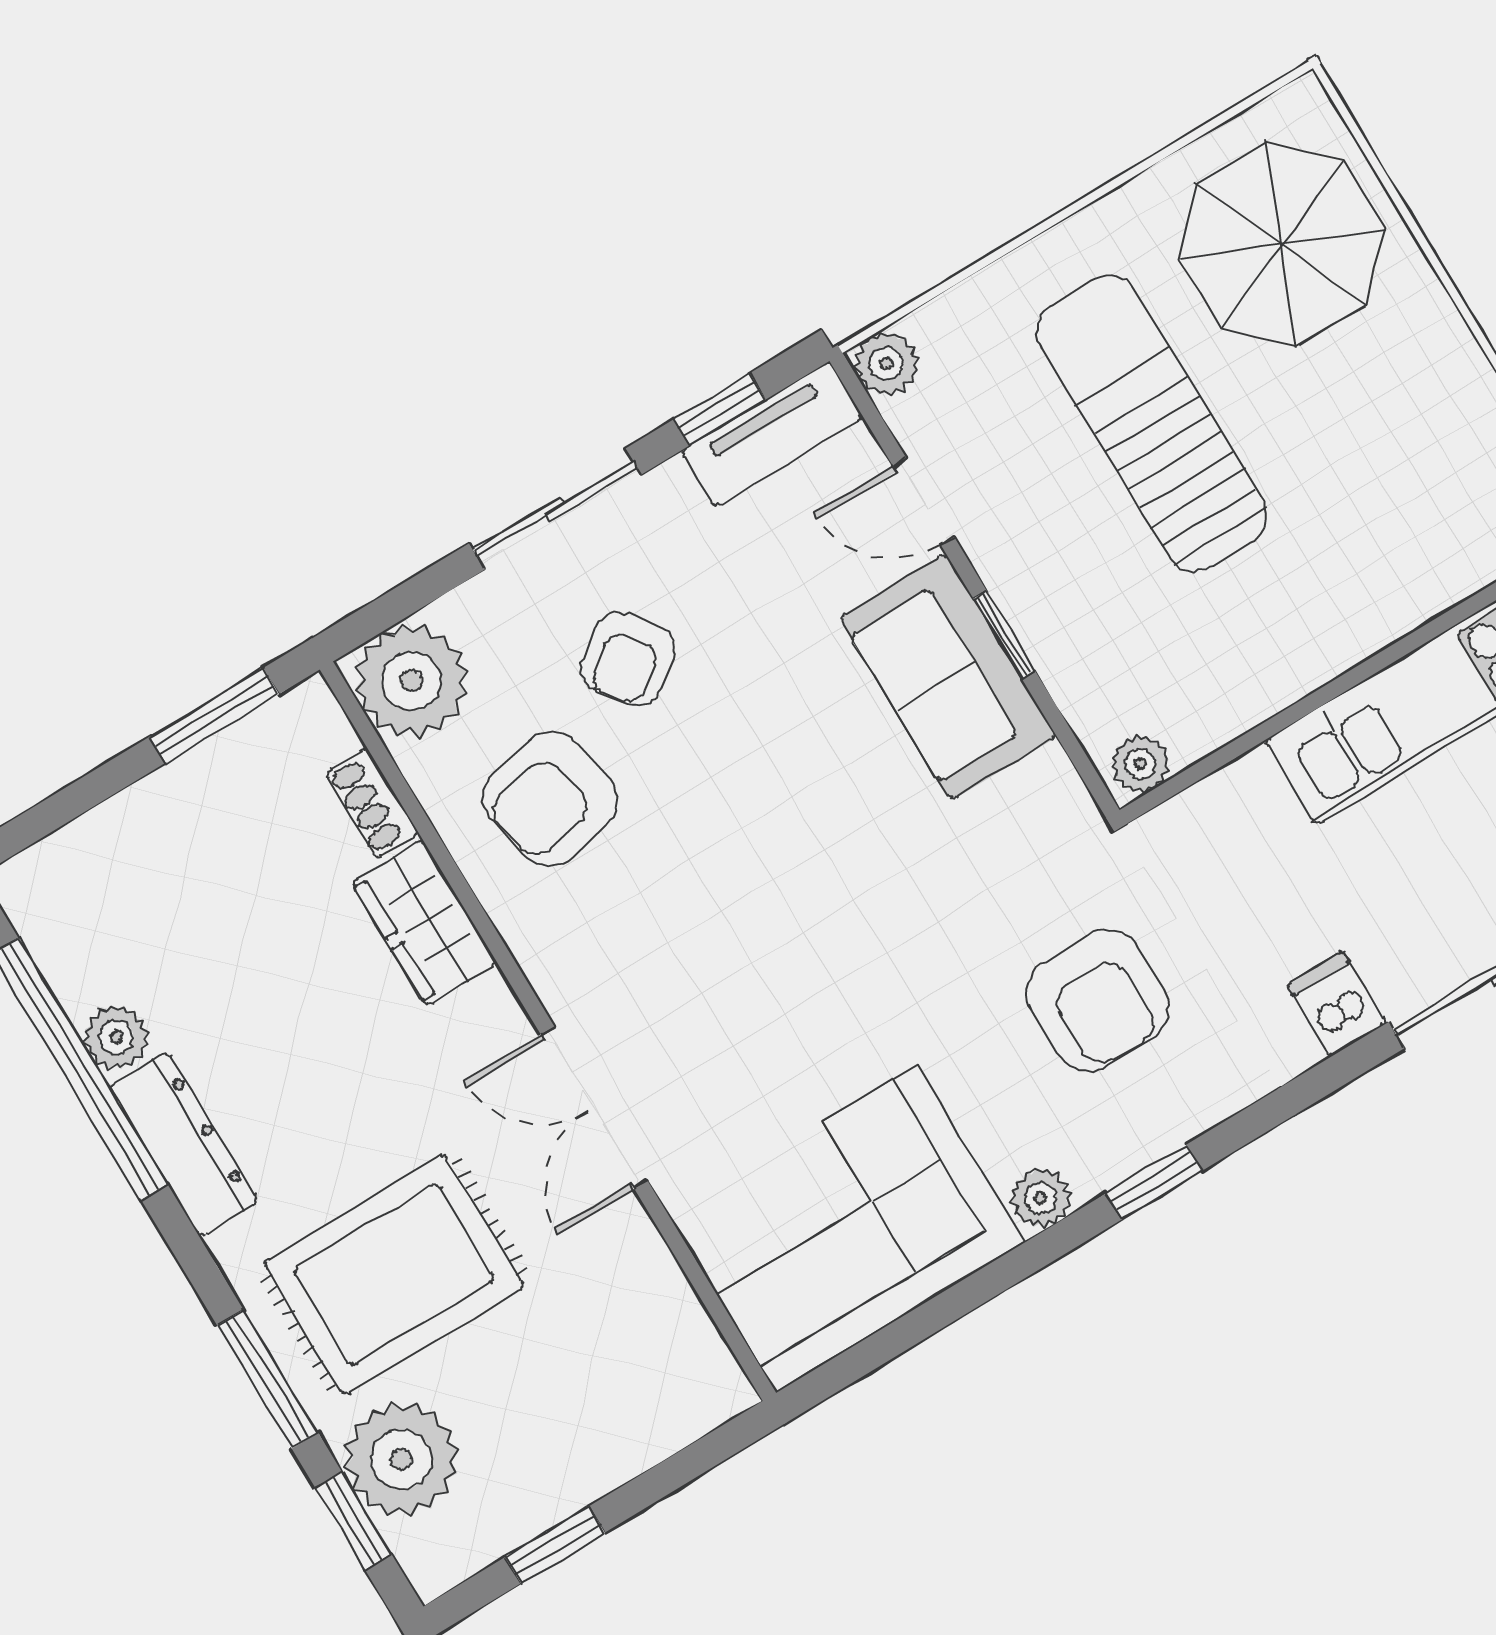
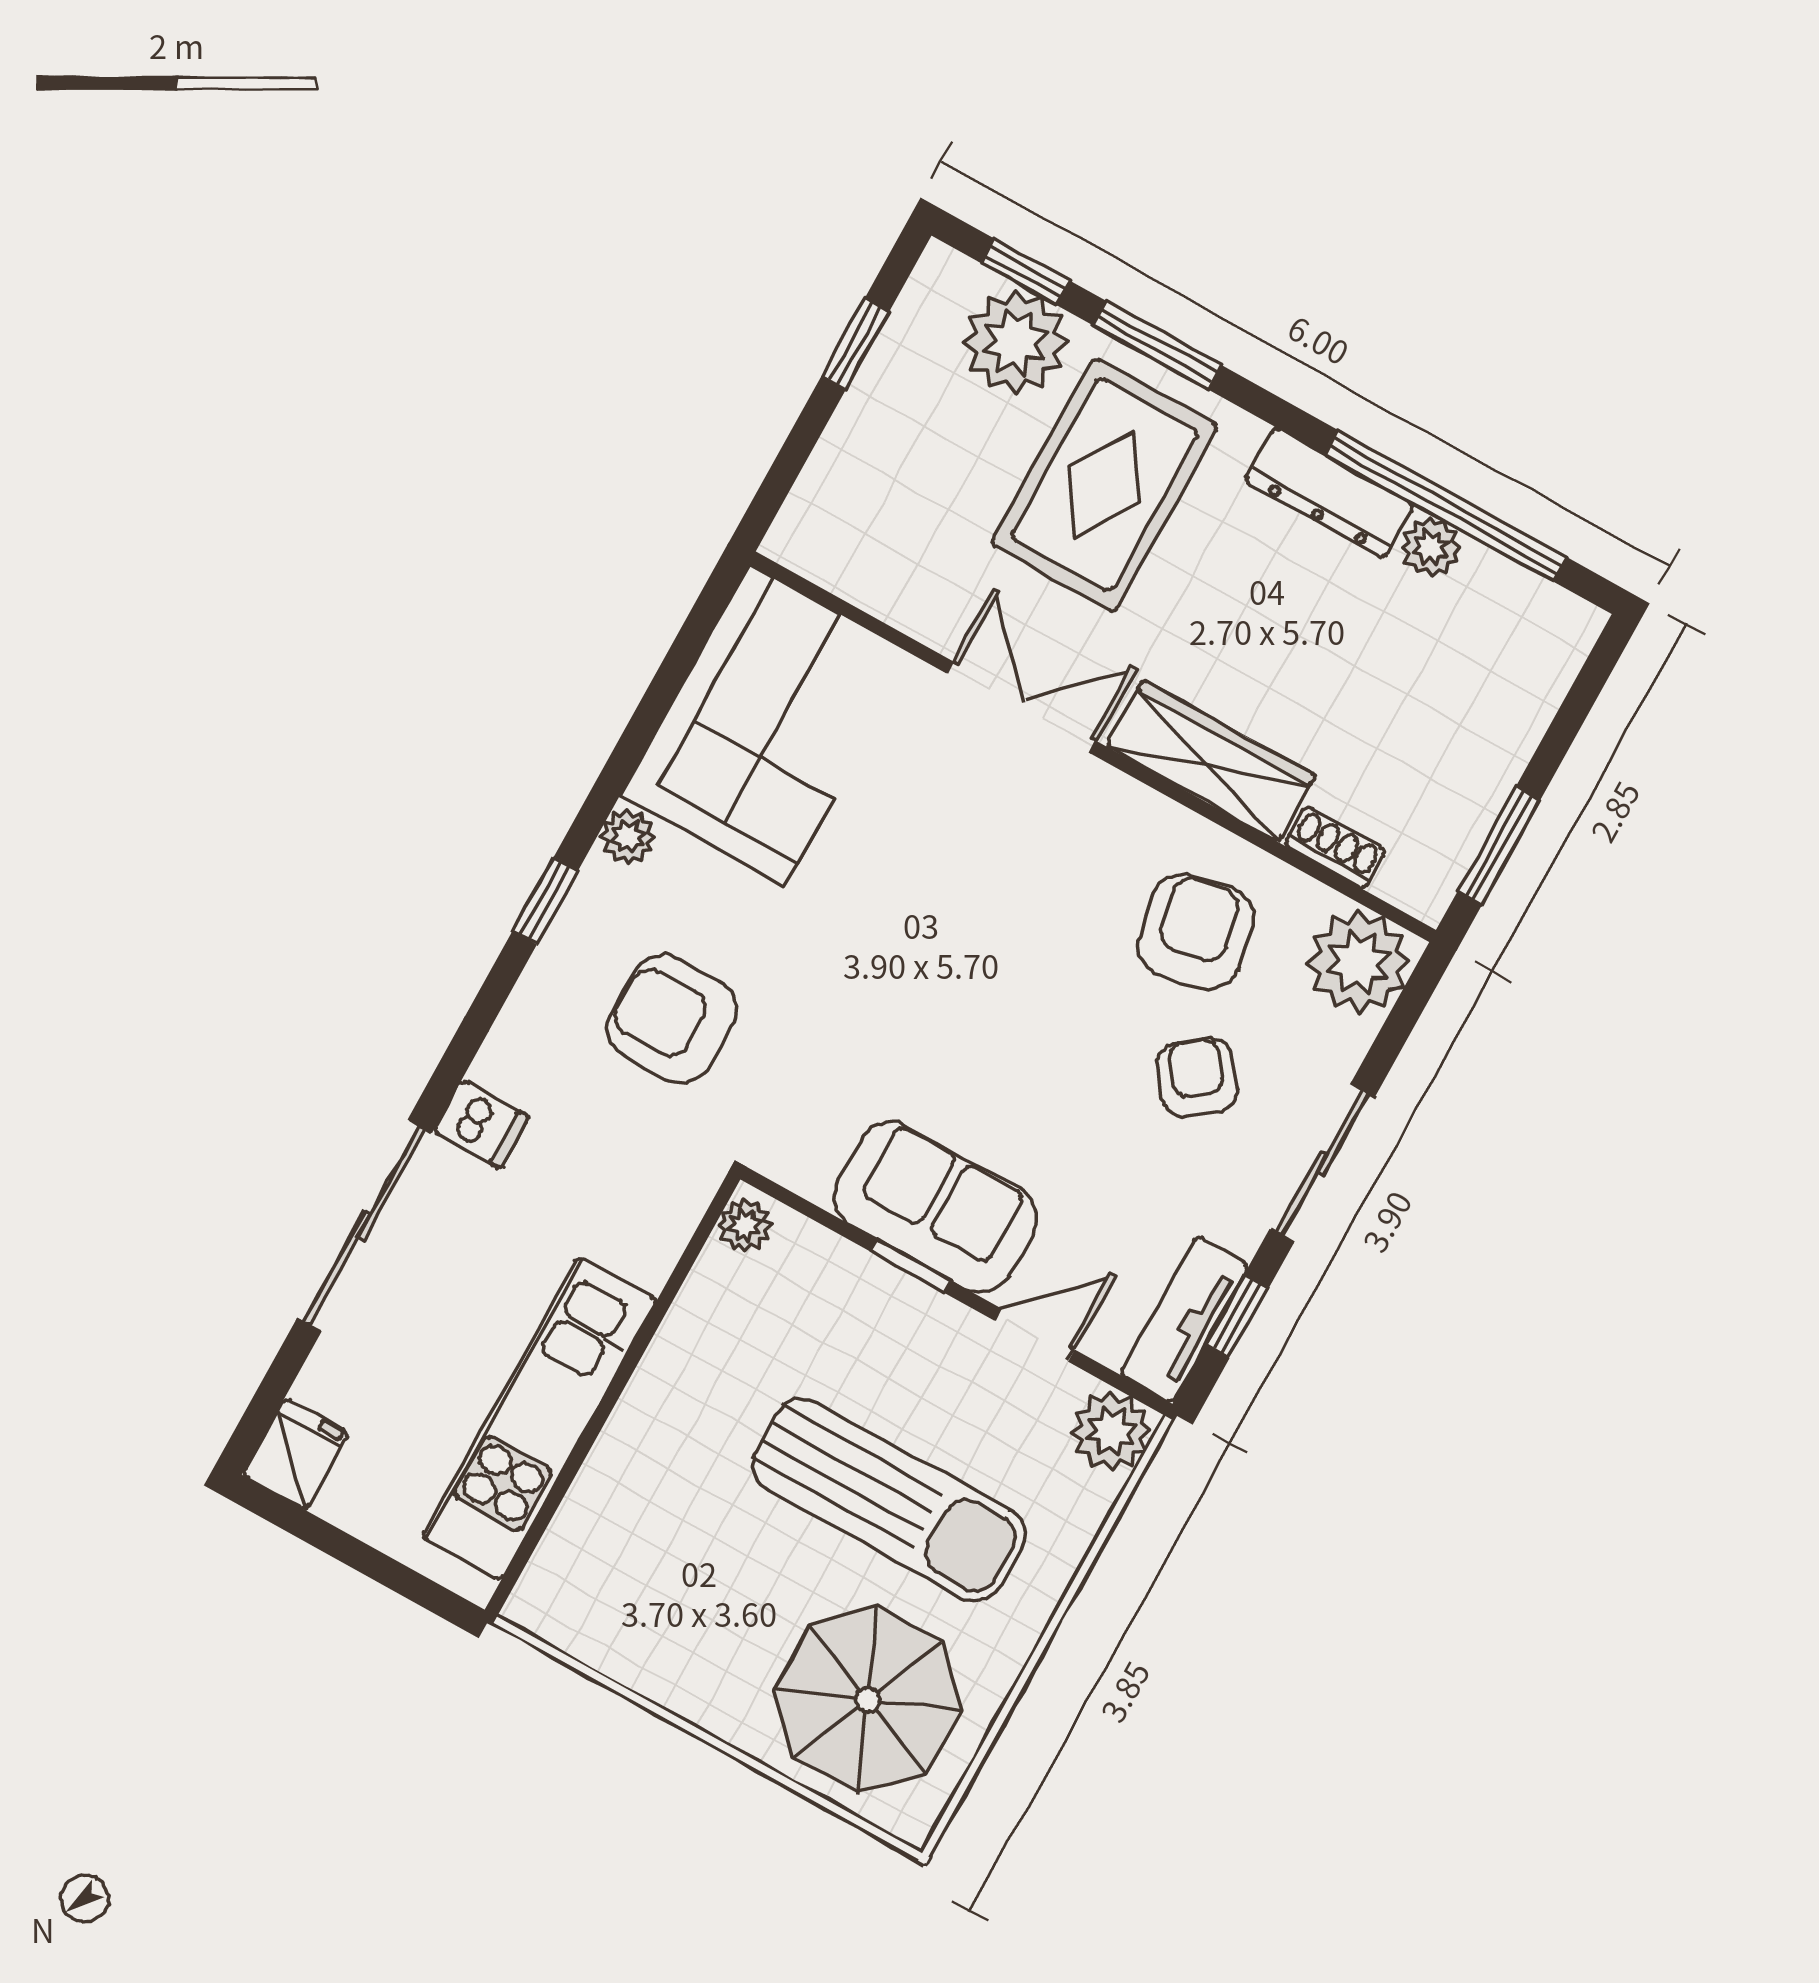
plant: (886, 364) -> (1111, 1431), width x1.38, depth x1.38
wardrobe: (424, 923) -> (1211, 761), width x1.50

